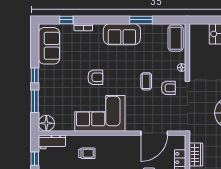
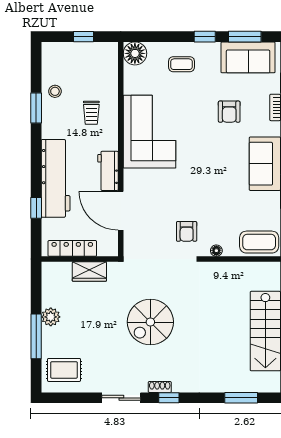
armchair: (95, 77) -> (229, 112), moved
coffee table: (146, 81) -> (181, 64), moved
window: (35, 101) -> (245, 37), moved
workbench: (52, 142) -> (108, 171), moved

